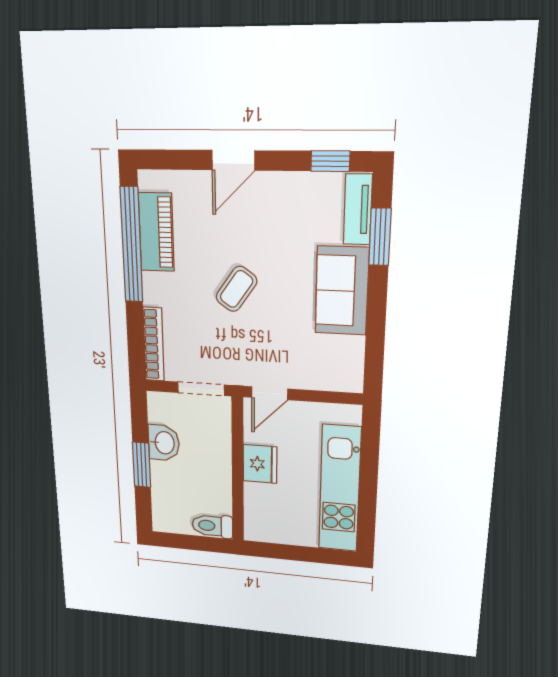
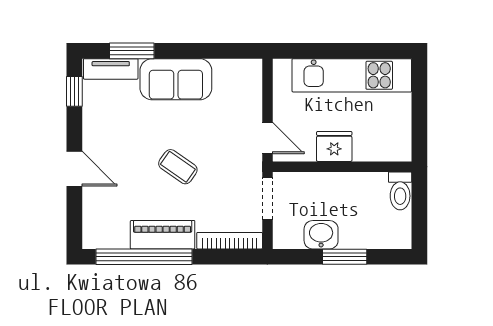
piano: (156, 232) -> (163, 235), moved

